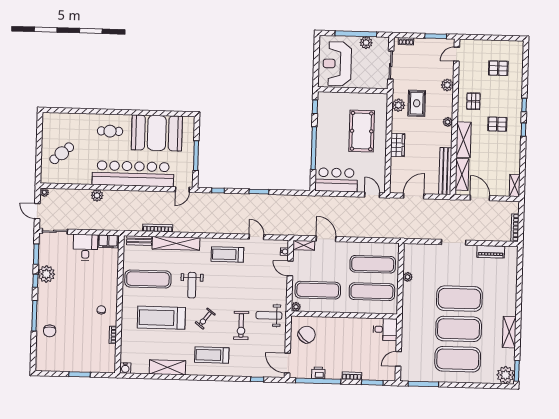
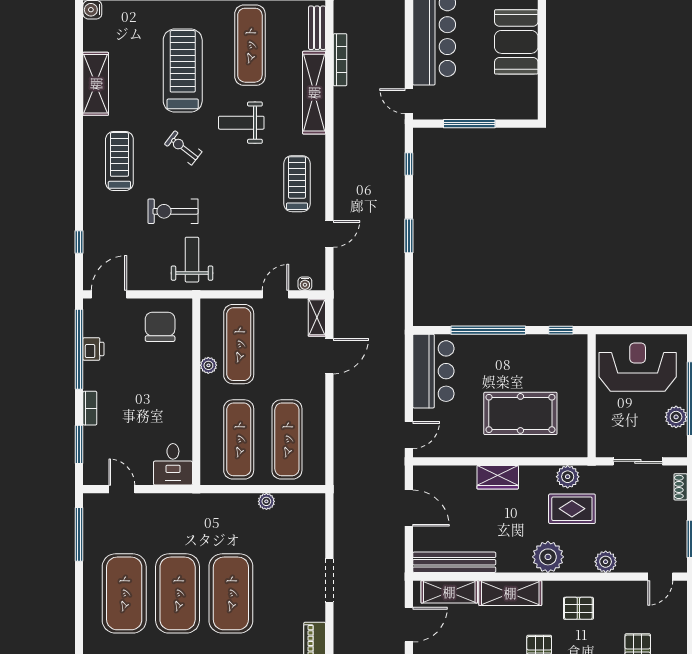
door: (457, 54) -> (660, 577), swing flipped
plant: (448, 122) -> (548, 557), width x1.87, depth x1.87
booth: (157, 133) -> (516, 42), width x0.73, depth x0.70
plant: (296, 307) -> (208, 365), moved
chair: (307, 335) -> (160, 327), turned -134

